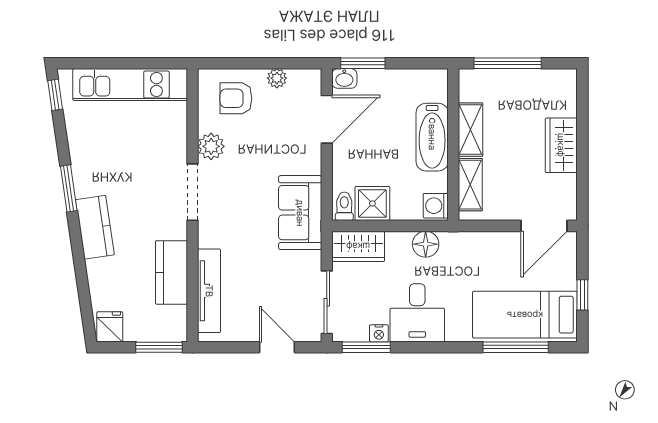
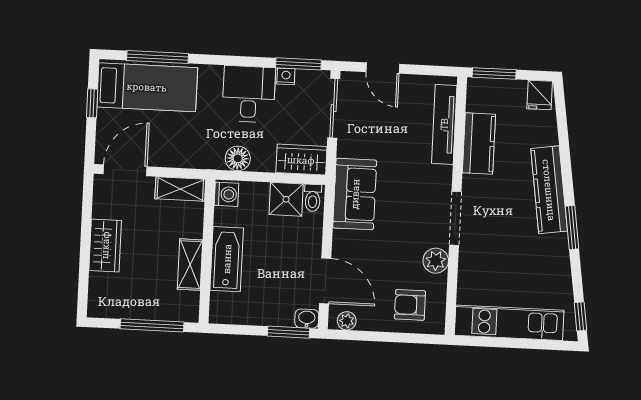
plant: (277, 78) -> (347, 321), moved
armchair: (236, 98) -> (410, 305), turned 180
door: (327, 119) -> (325, 281), swing flipped
shelving: (470, 185) -> (180, 189), moved, turned 90
kitchen counter: (95, 227) -> (549, 190), width x1.50

